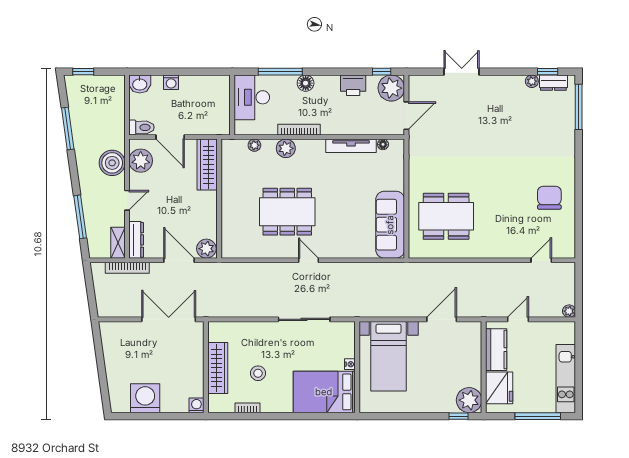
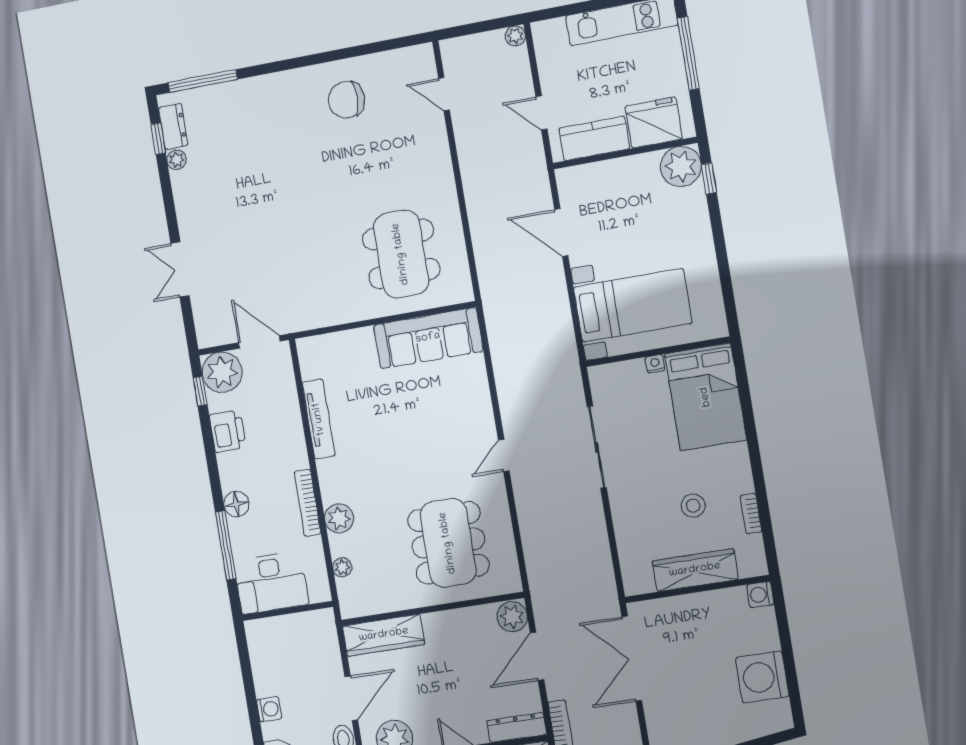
floor lamp: (383, 144) -> (308, 370), removed
dining table: (287, 212) -> (448, 543), moved

